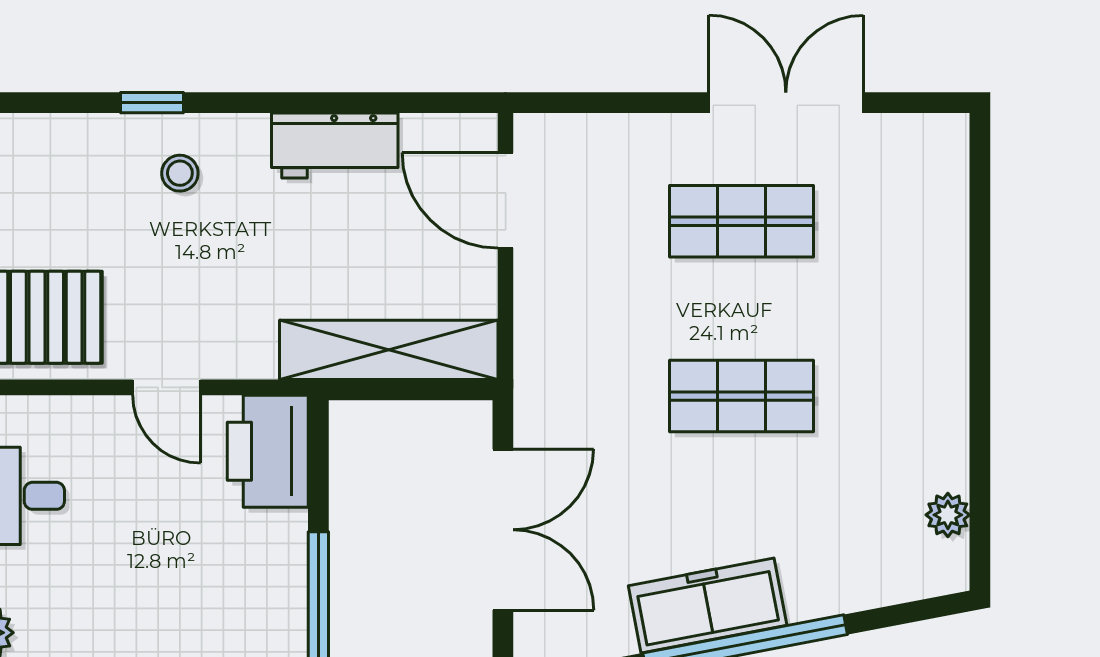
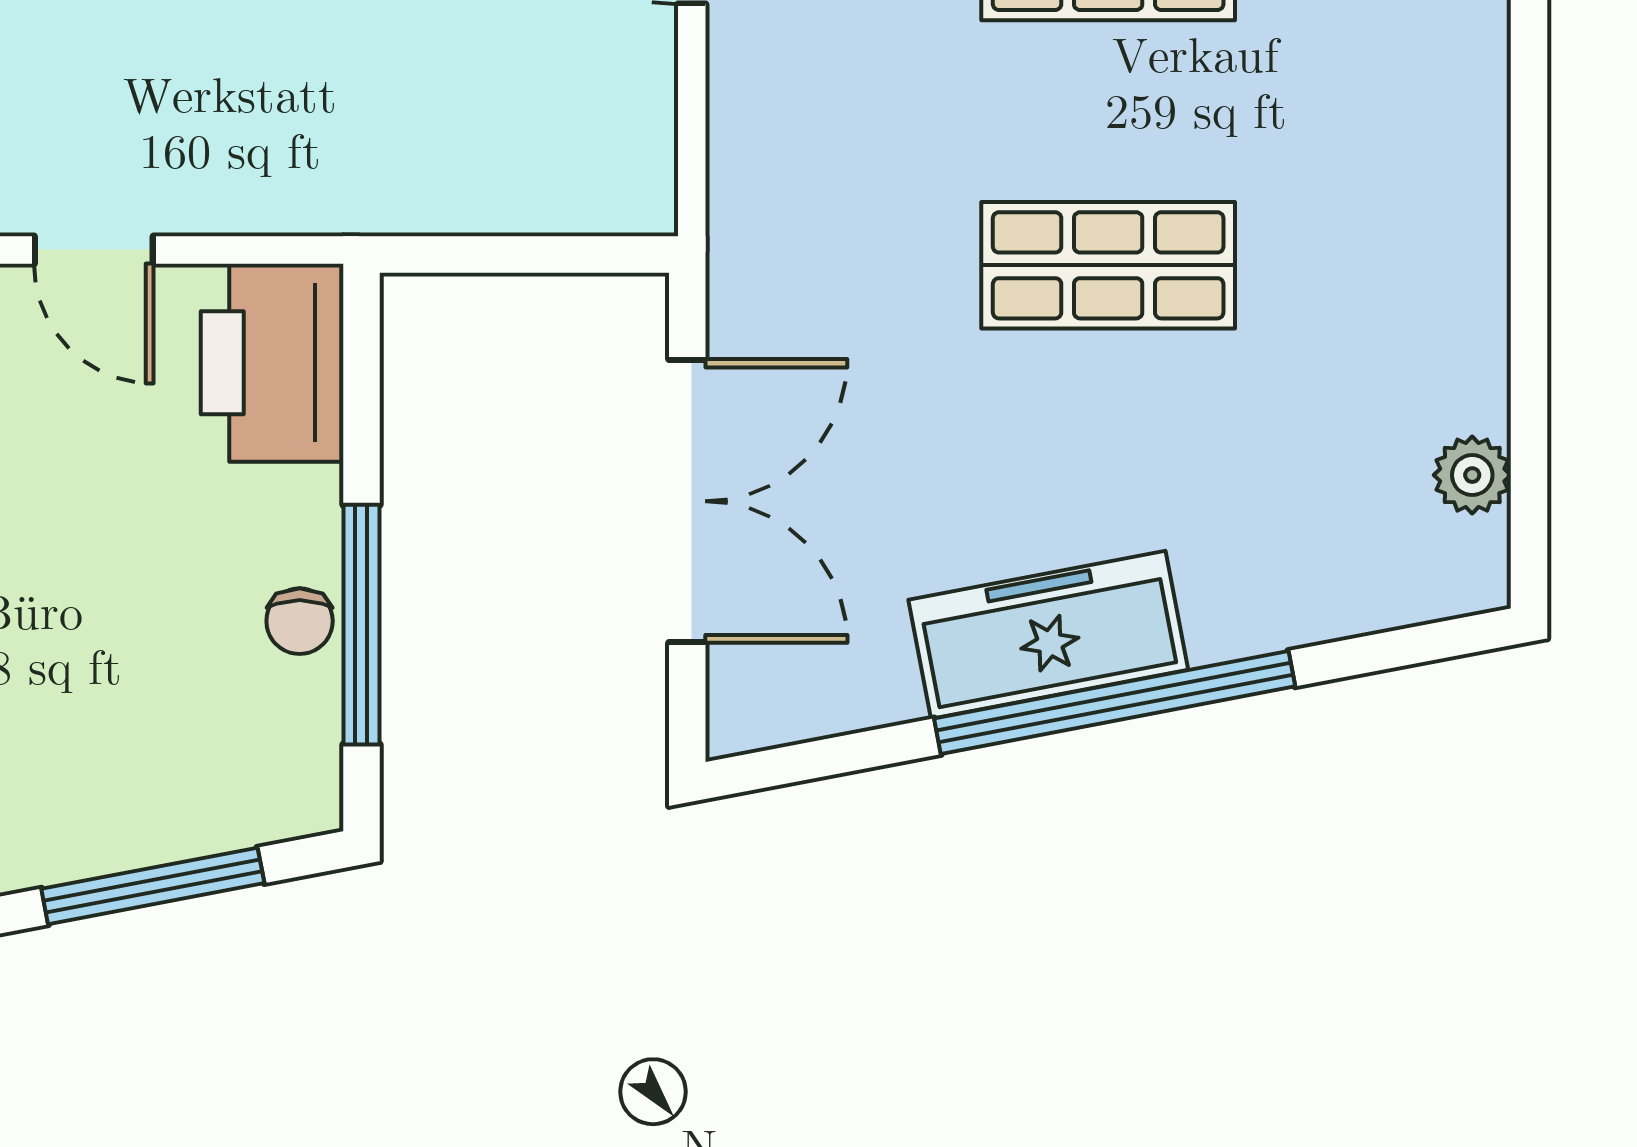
shelving: (389, 350) -> (486, 184), removed
chair: (283, 598) -> (300, 621), added

